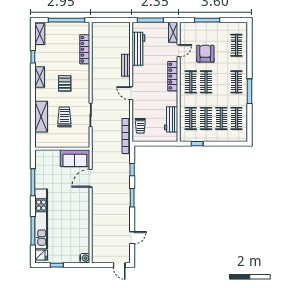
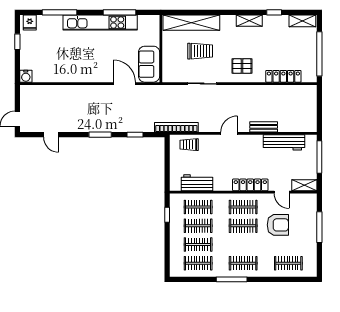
pallet: (65, 83) -> (242, 66), moved
shelving: (41, 117) -> (191, 23), width x1.47
kitchen unit: (41, 219) -> (100, 23), moved

